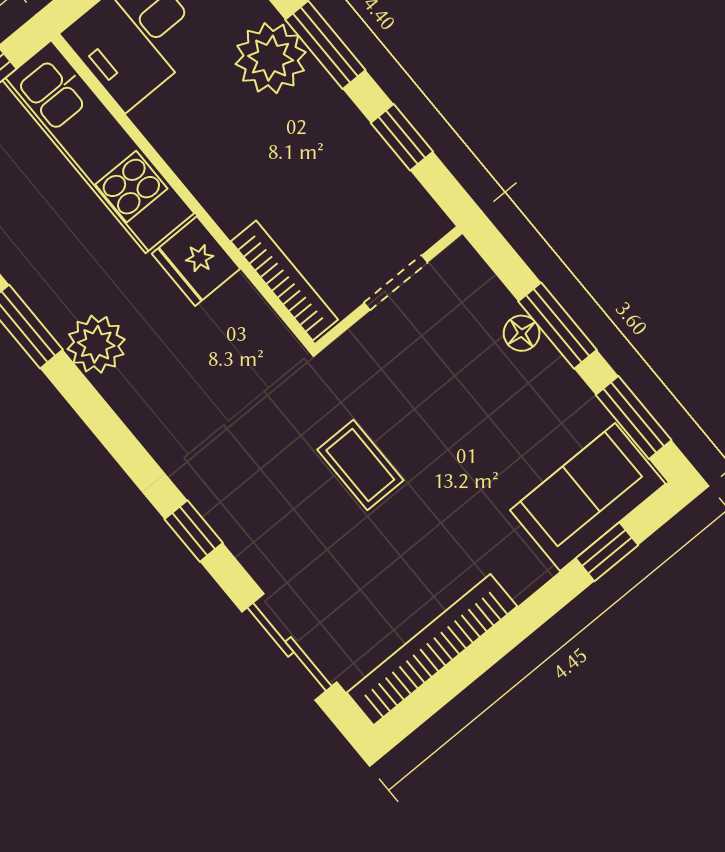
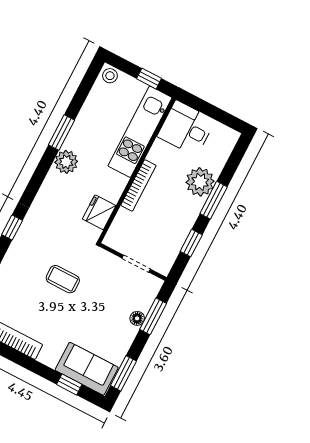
fridge: (196, 261) -> (99, 212), moved
bookcase: (284, 280) -> (138, 185), moved
window: (558, 326) -> (153, 316), moved
coffee table: (360, 465) -> (63, 279), turned 90

